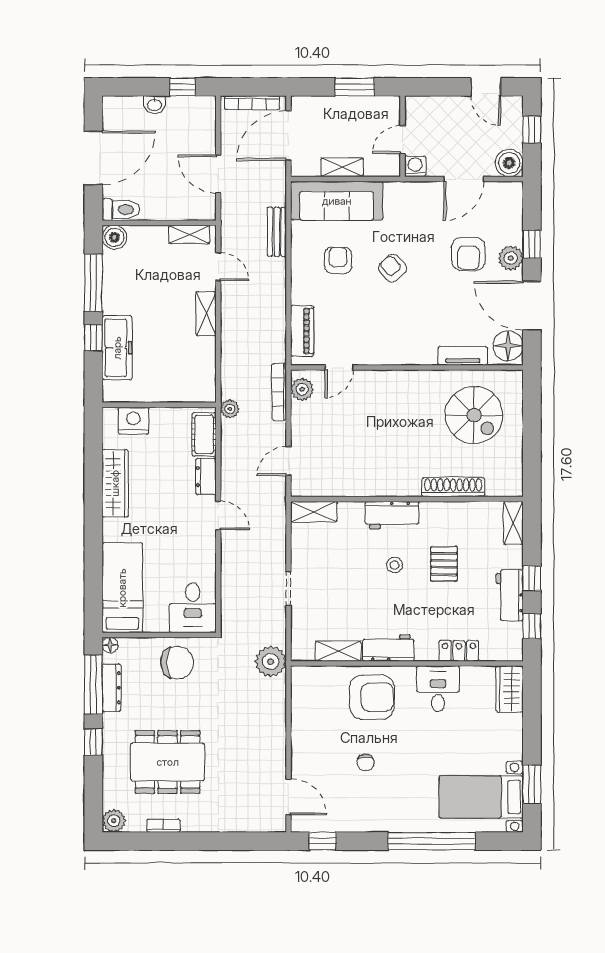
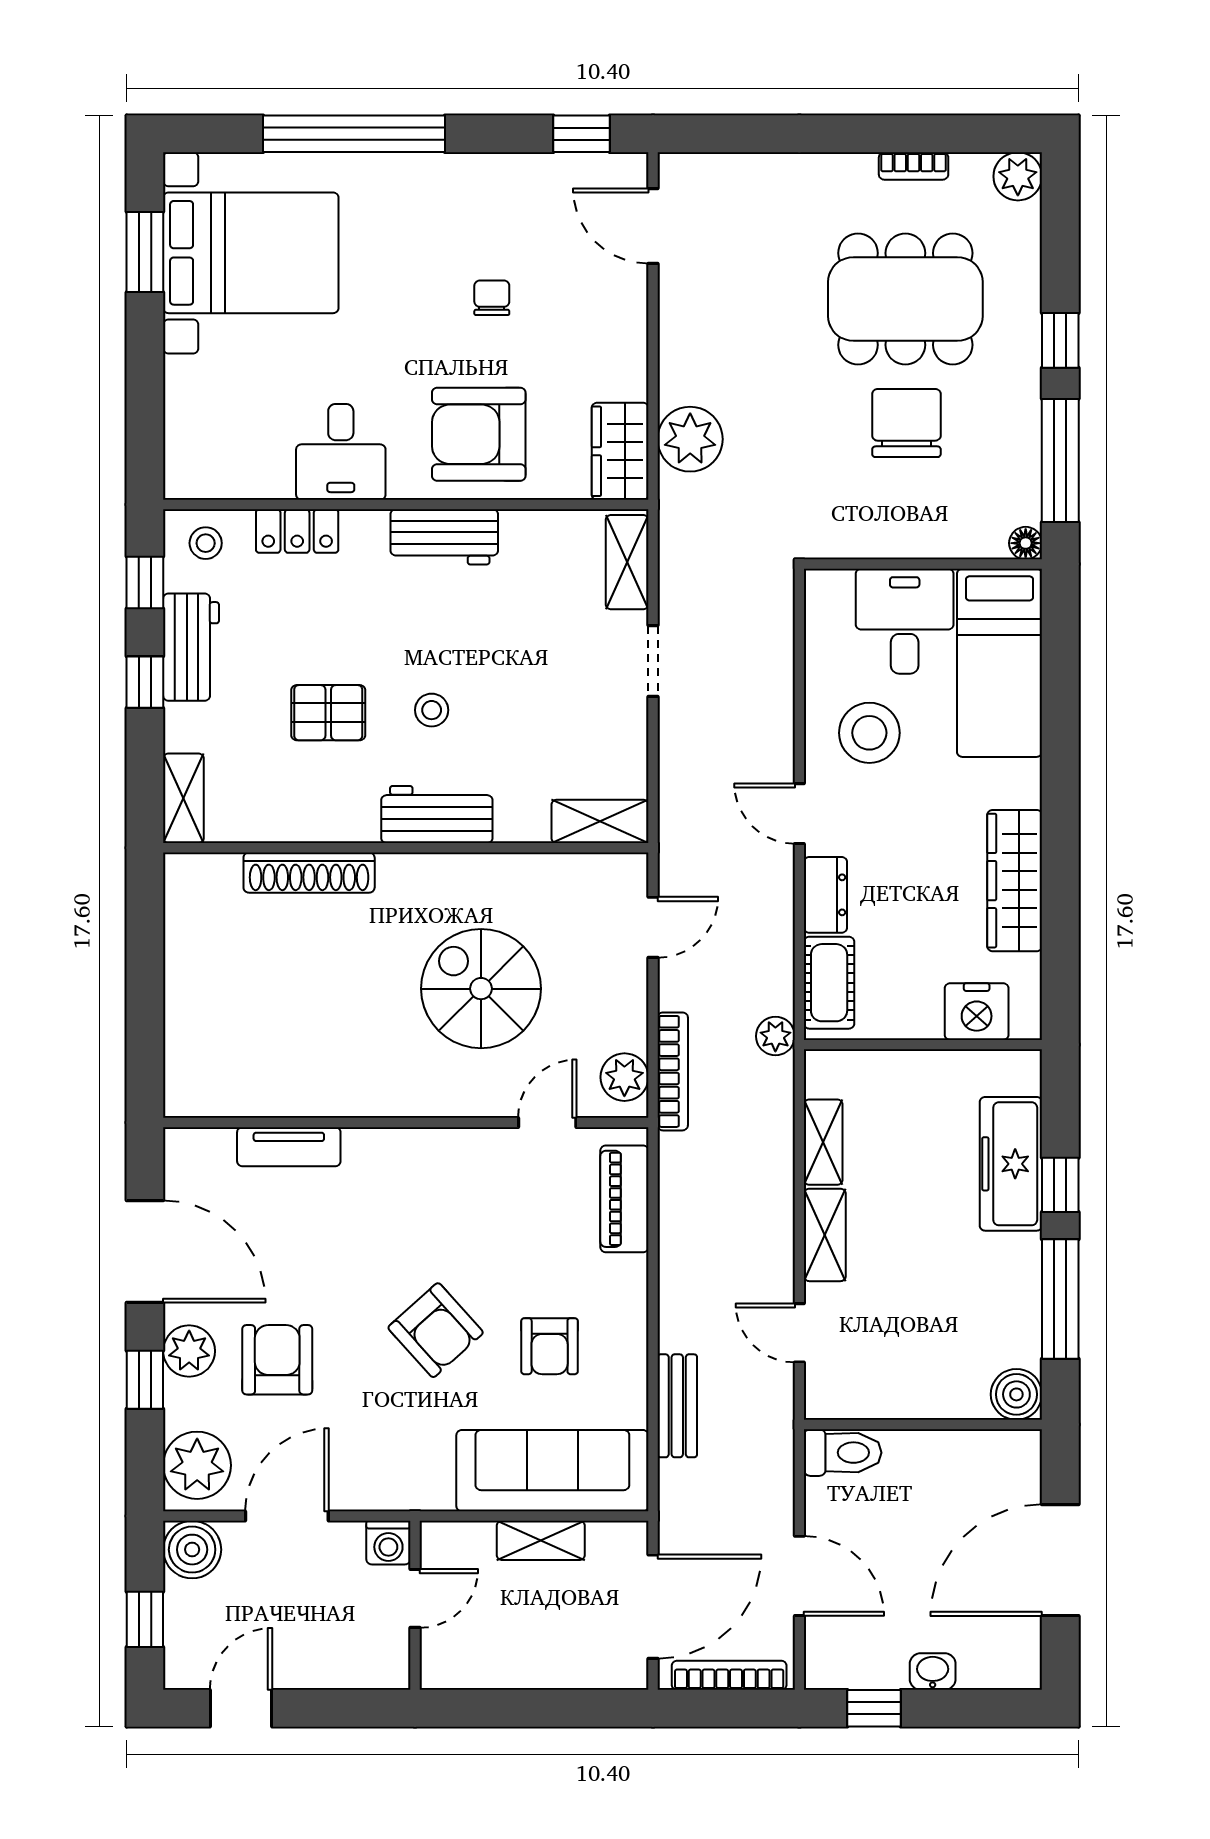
window: (355, 87) -> (515, 1708), removed
door: (486, 87) -> (241, 1708), hinge flipped
door: (218, 174) -> (799, 1576), moved
plant: (507, 203) -> (197, 1465), added
toilet: (121, 209) -> (843, 1453), moved, turned 180
shelving: (189, 234) -> (823, 1142), moved, turned 90
armchair: (393, 268) -> (436, 1330), width x1.38, depth x1.38
floor lamp: (508, 346) -> (195, 1168), removed
spiral stairs: (474, 415) -> (481, 989), moved
stool: (185, 554) -> (869, 733), added
pallet: (444, 564) -> (328, 713), turned 90
desk: (193, 608) -> (905, 621), moved
stool: (503, 645) -> (206, 543), added
shelving: (338, 651) -> (627, 562), moved, turned 90
plant: (271, 662) -> (690, 439), moved
chair: (177, 663) -> (906, 423), moved, turned 90
dresser: (111, 688) -> (1022, 454), removed
wardrobe: (509, 689) -> (620, 451), moved, turned 180
bed with nightstands: (481, 797) -> (251, 253), width x1.36

